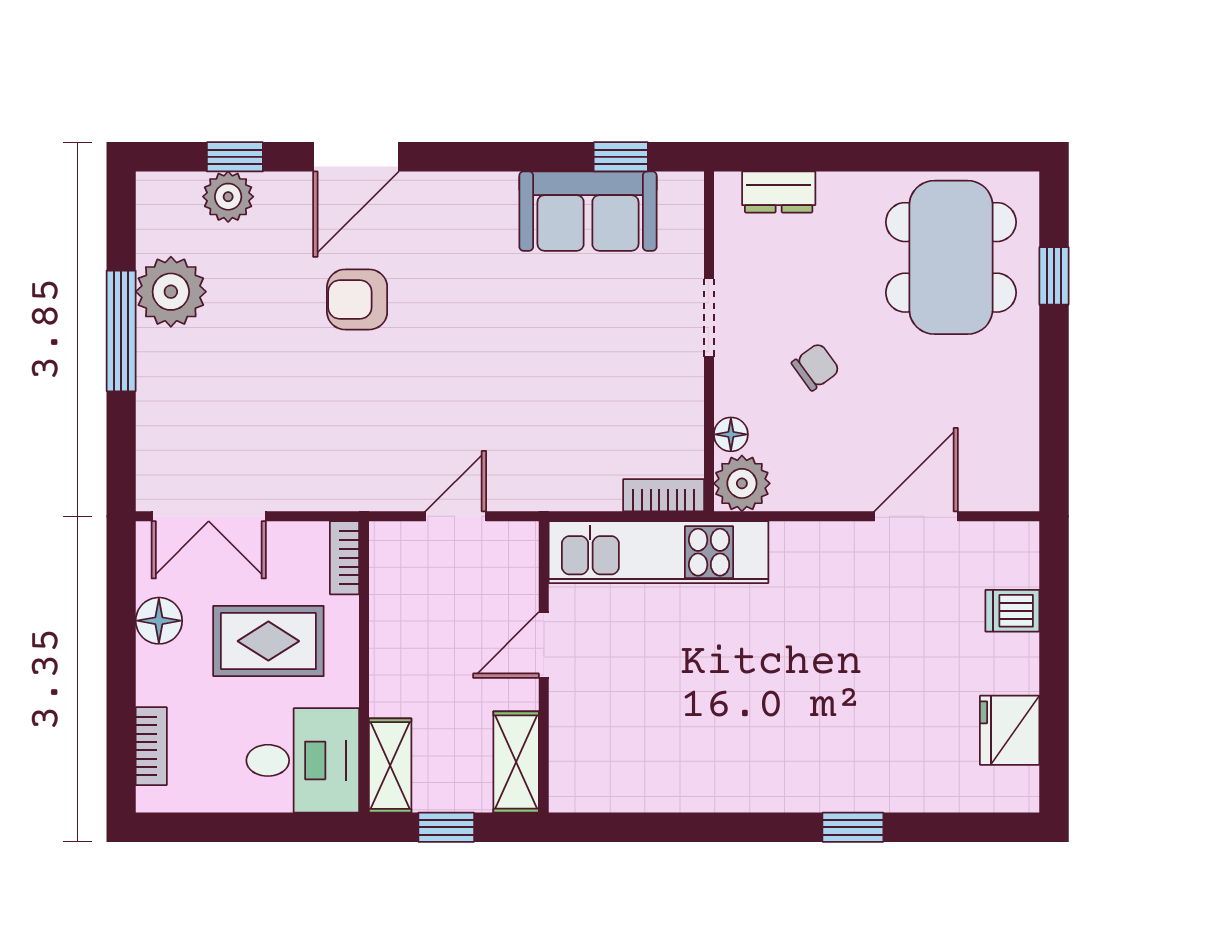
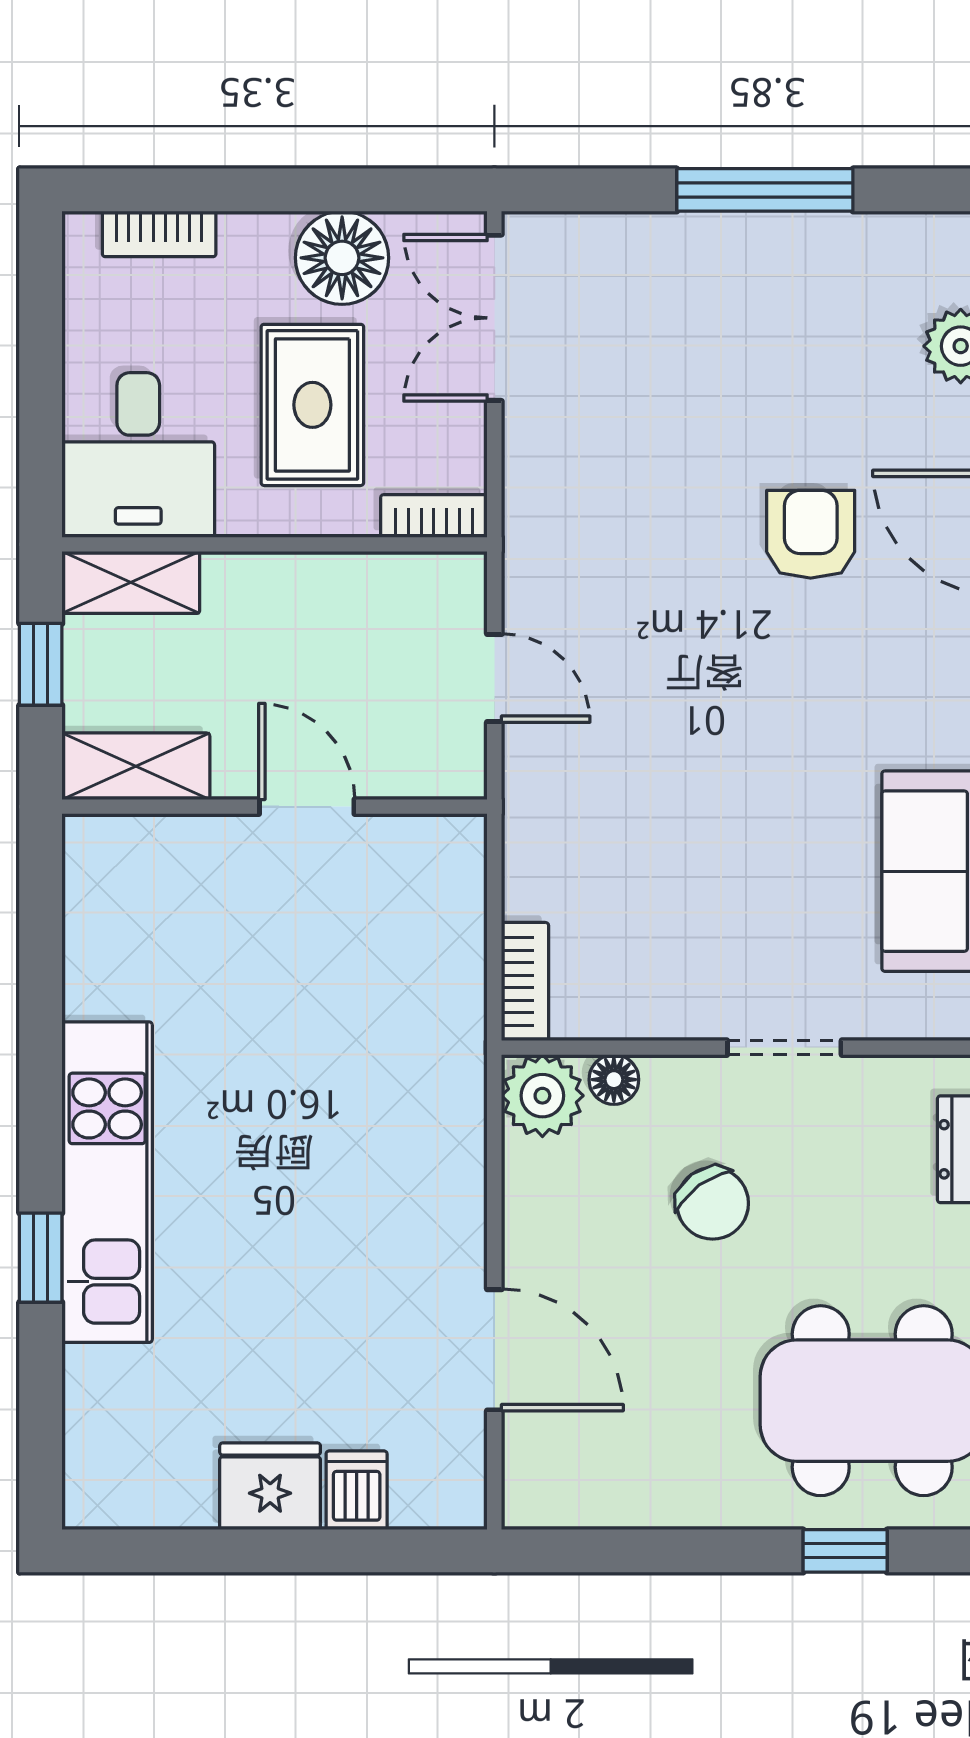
plant: (171, 292) -> (822, 263), removed
chair: (816, 367) -> (713, 1203), width x1.37, depth x1.37
kitchen unit: (658, 552) -> (107, 1182), moved, turned 180
floor lamp: (159, 621) -> (342, 258), width x1.38, depth x1.38
fridge: (1010, 730) -> (270, 1486), moved

